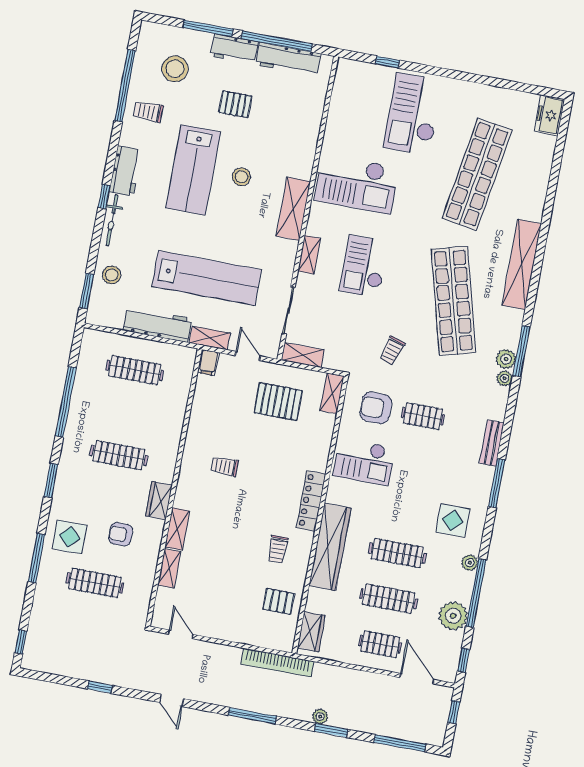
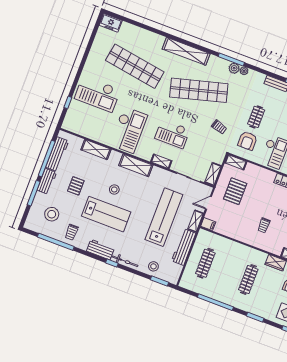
shelving: (310, 130) -> (96, 150), added

